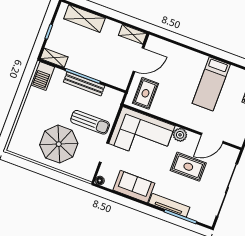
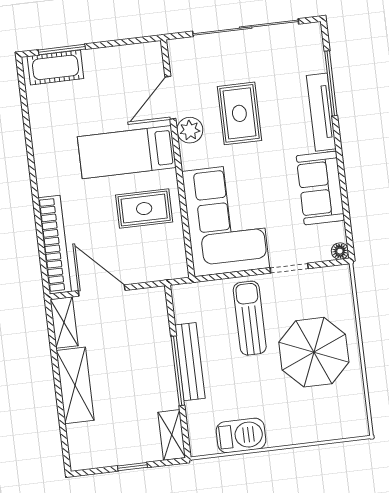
shelving: (84, 18) -> (75, 385), moved
bookcase: (171, 49) -> (55, 245), added
barbecue: (43, 76) -> (241, 435), moved
bed: (211, 84) -> (127, 152), moved, turned 180
rug: (145, 93) -> (144, 209), moved
plant: (180, 135) -> (190, 130), moved
door: (212, 138) -> (170, 98), swing flipped

